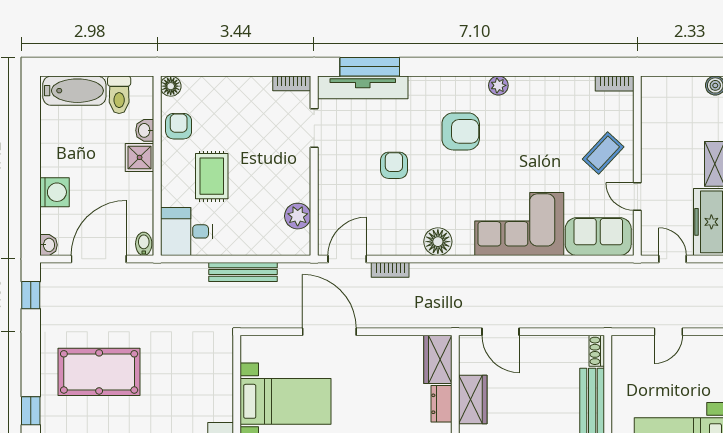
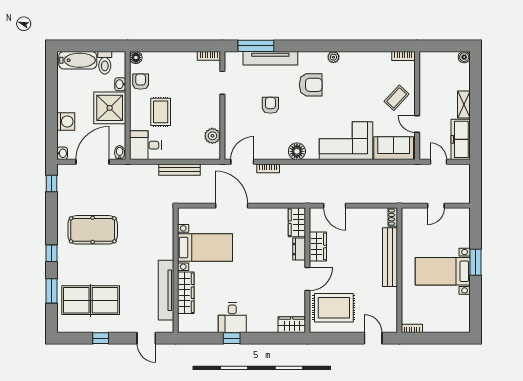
tv unit: (363, 87) -> (270, 58), moved
shower: (140, 157) -> (110, 108), width x1.86, depth x1.86

